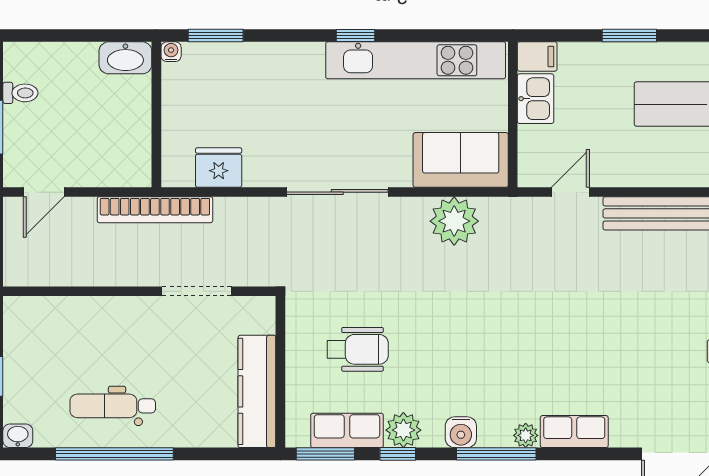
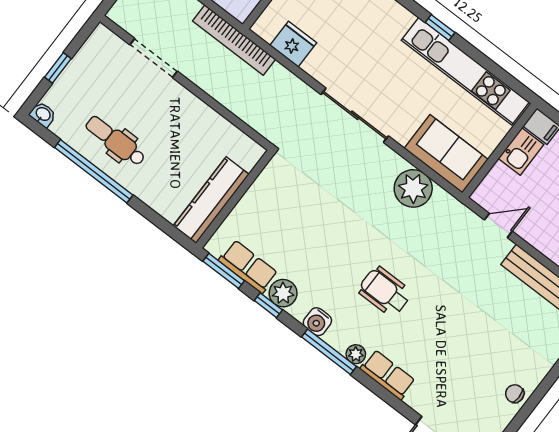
doorway: (197, 291) -> (154, 58), moved
wheelchair: (358, 349) -> (385, 291), moved, turned 180

